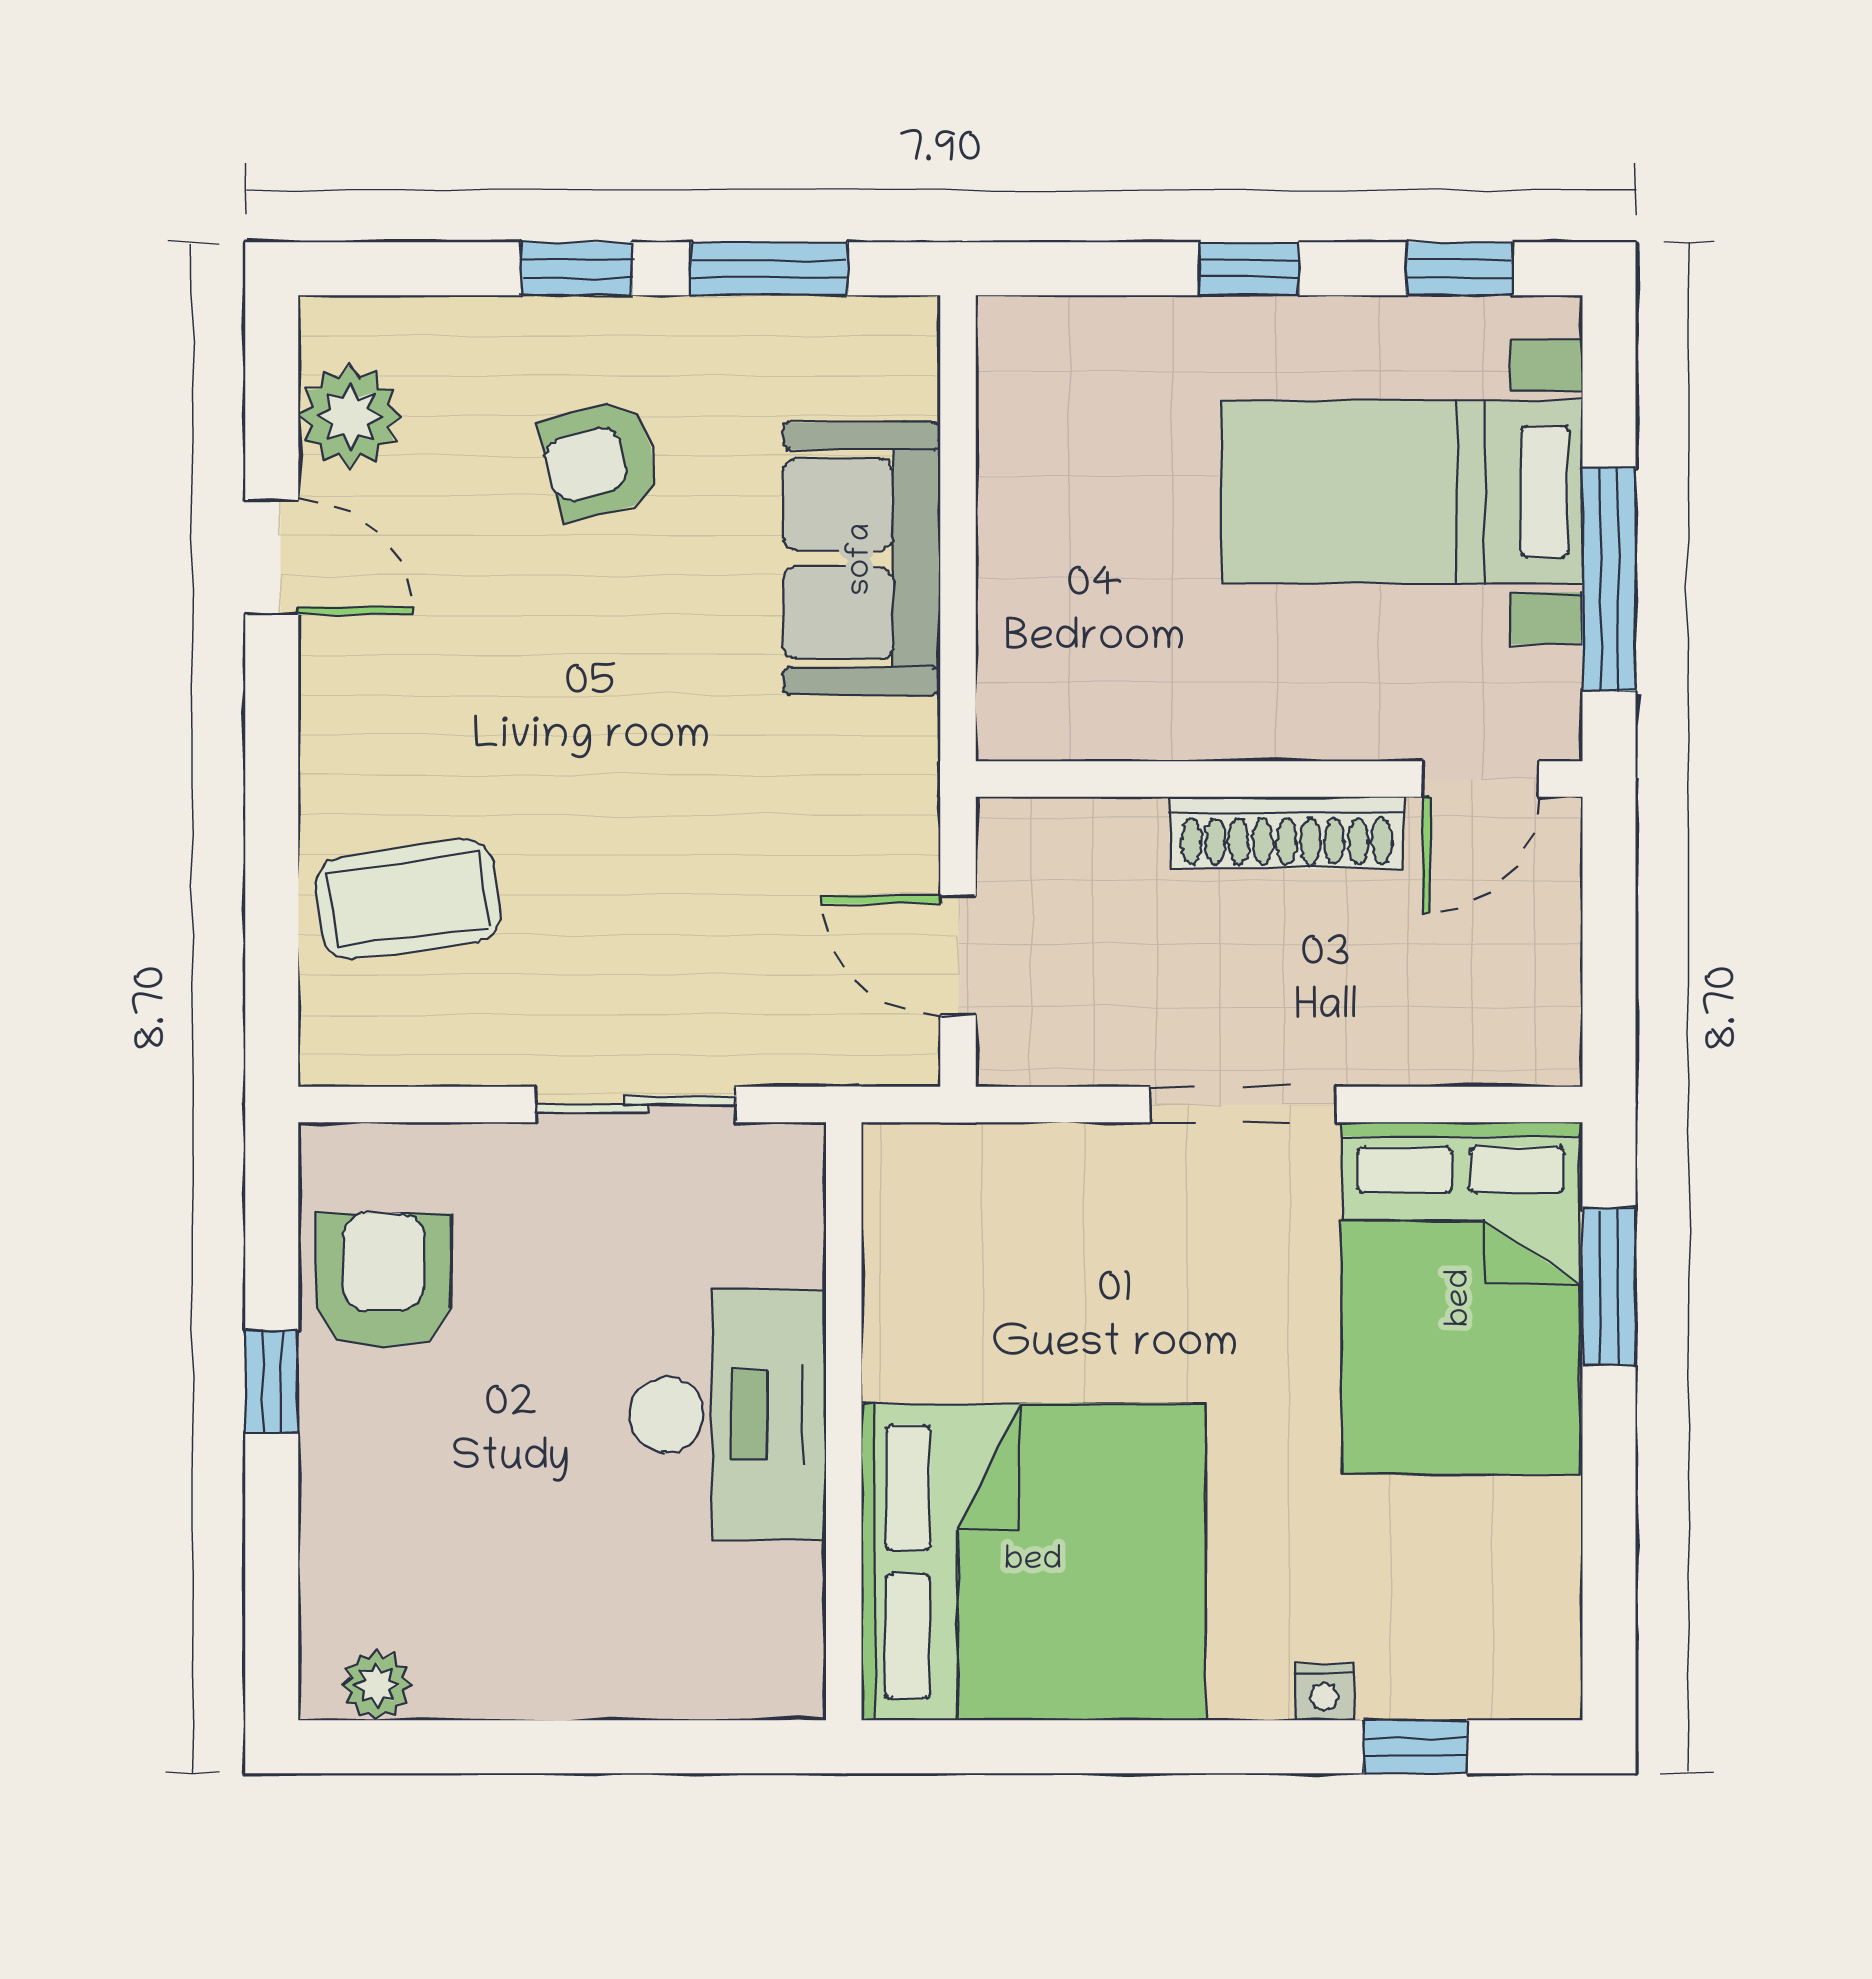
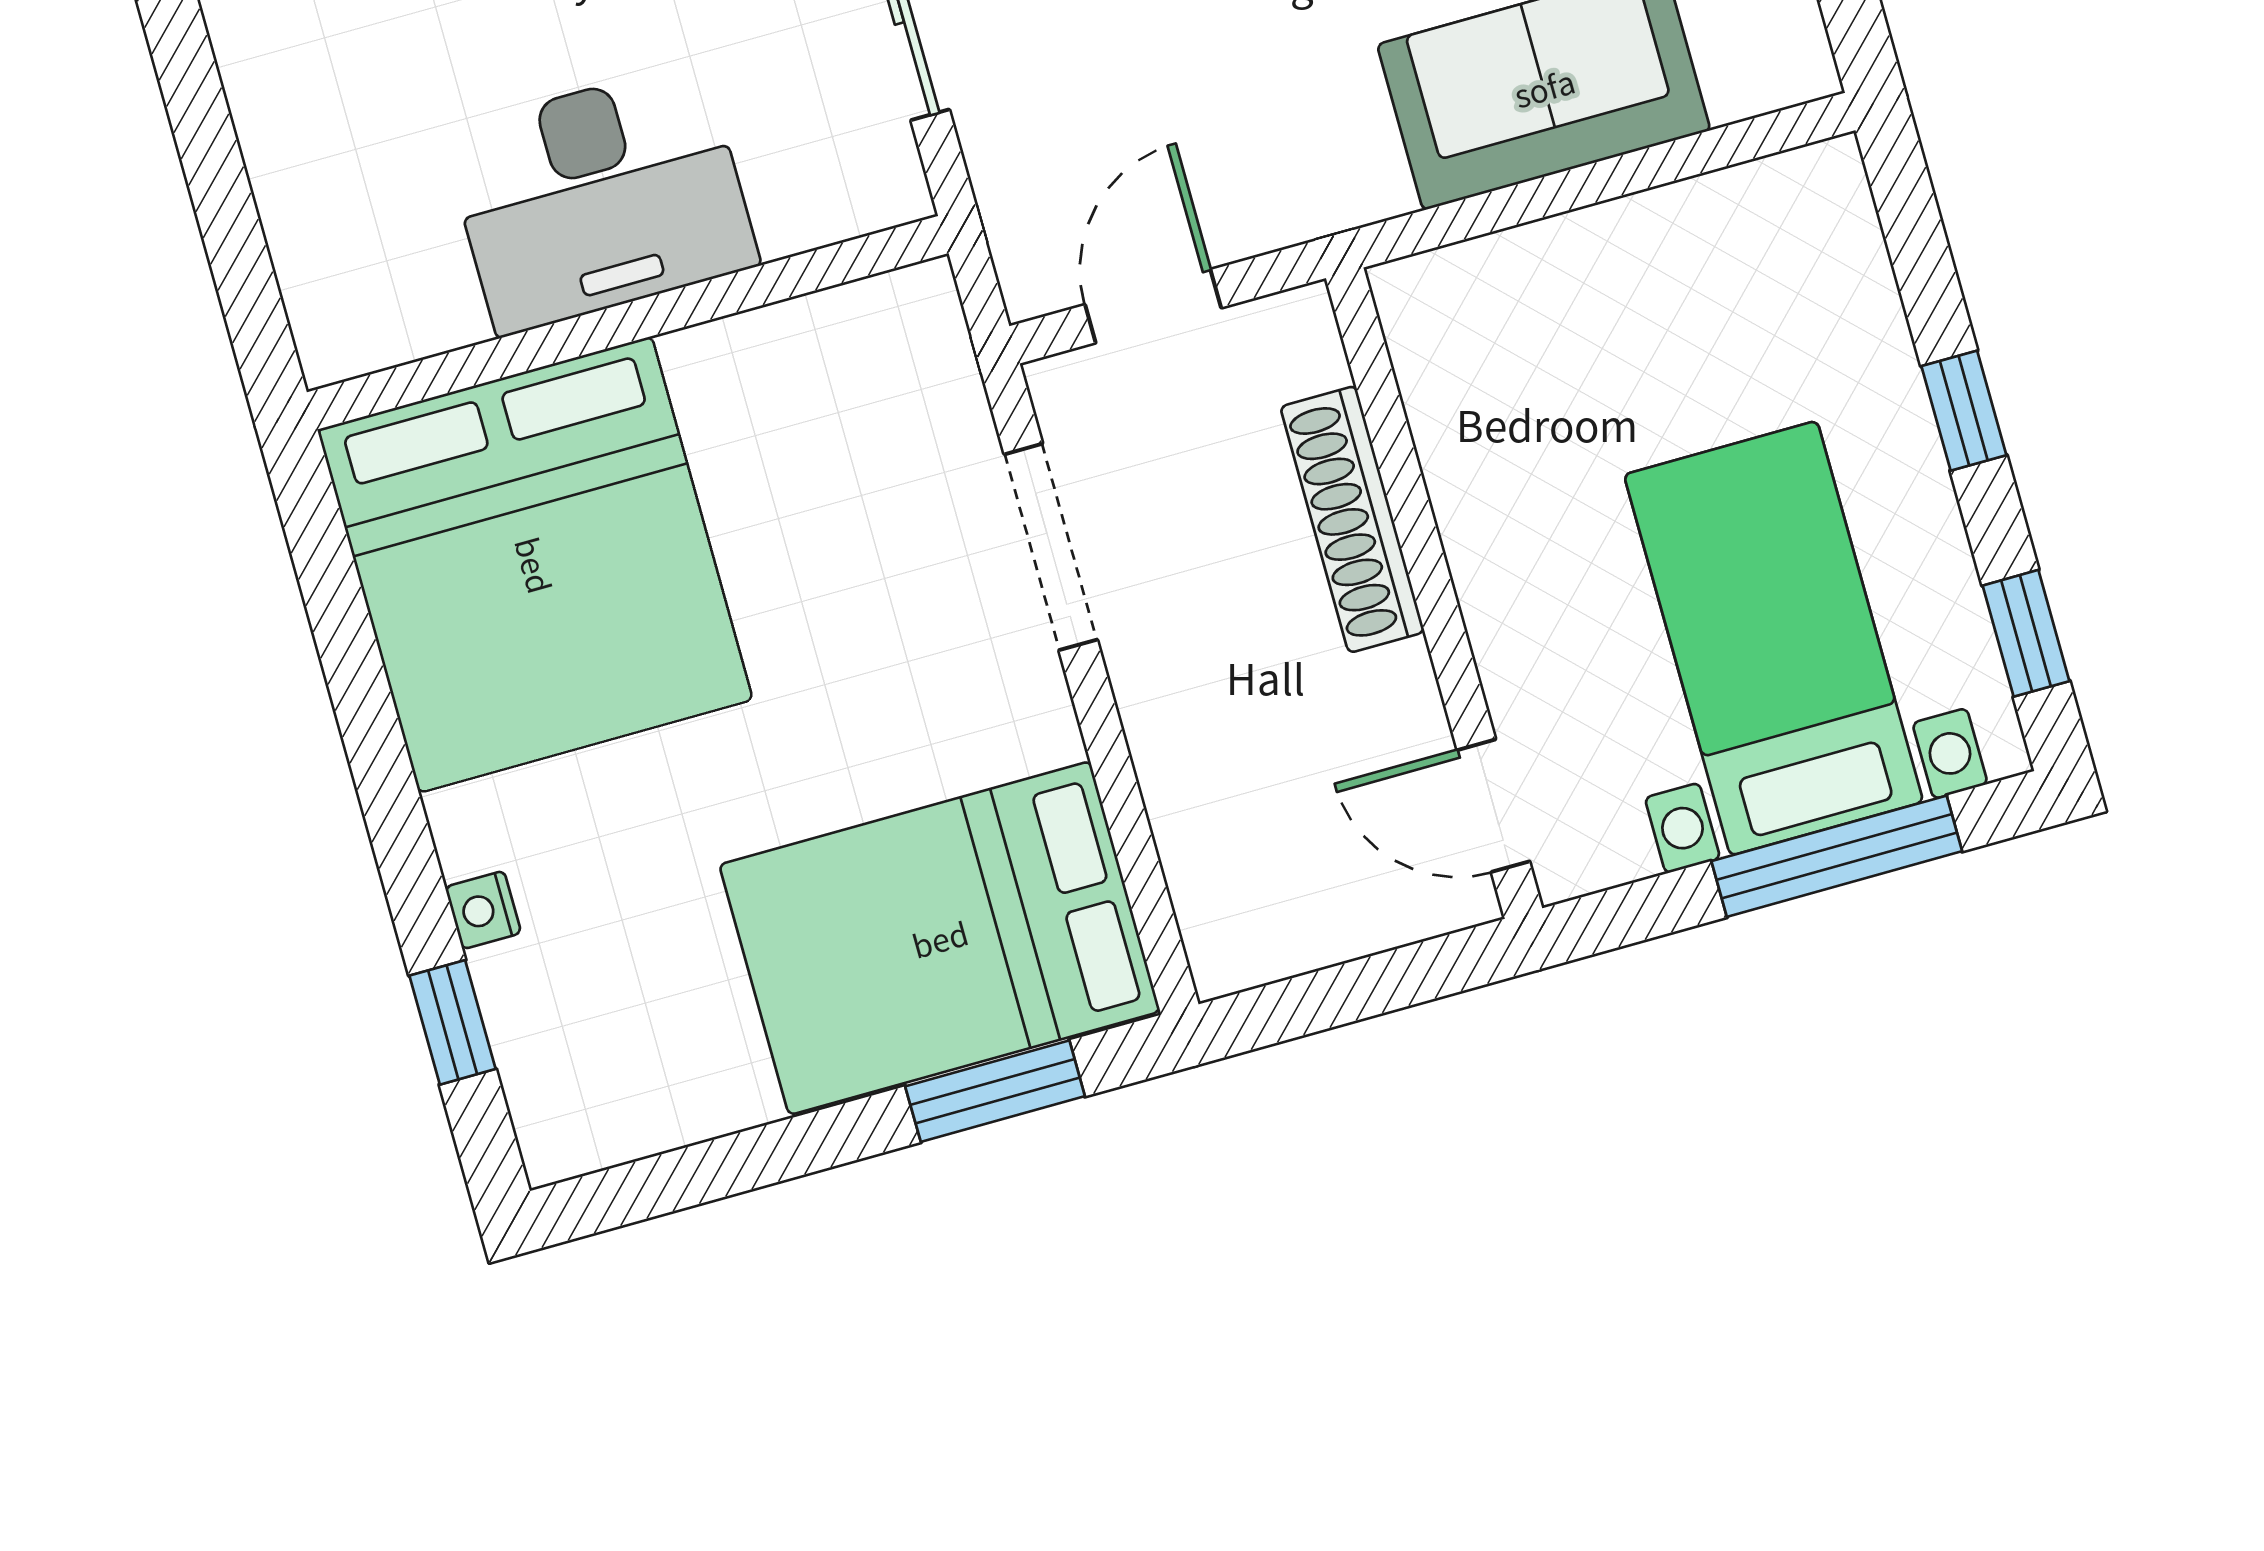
window: (1609, 580) -> (1837, 856), moved
shoe rack: (1287, 833) -> (1352, 519), moved
doorway: (1243, 1105) -> (1051, 547), moved

